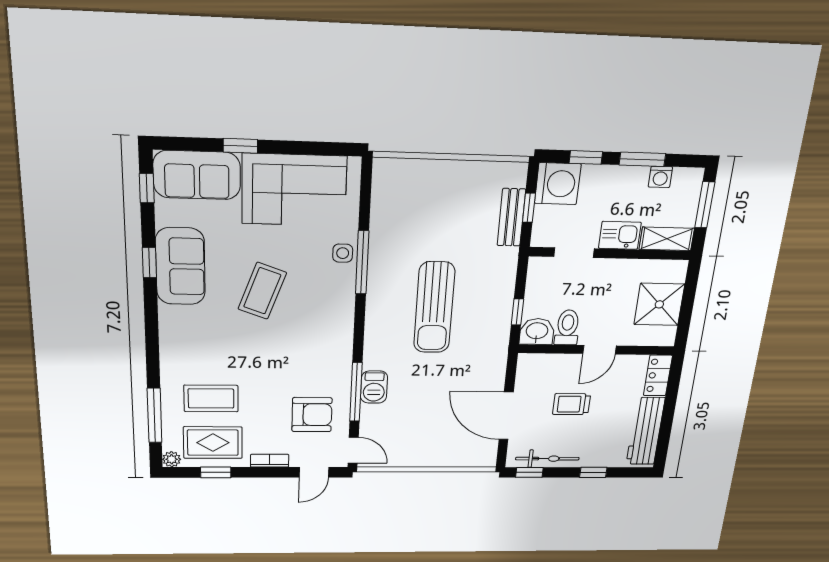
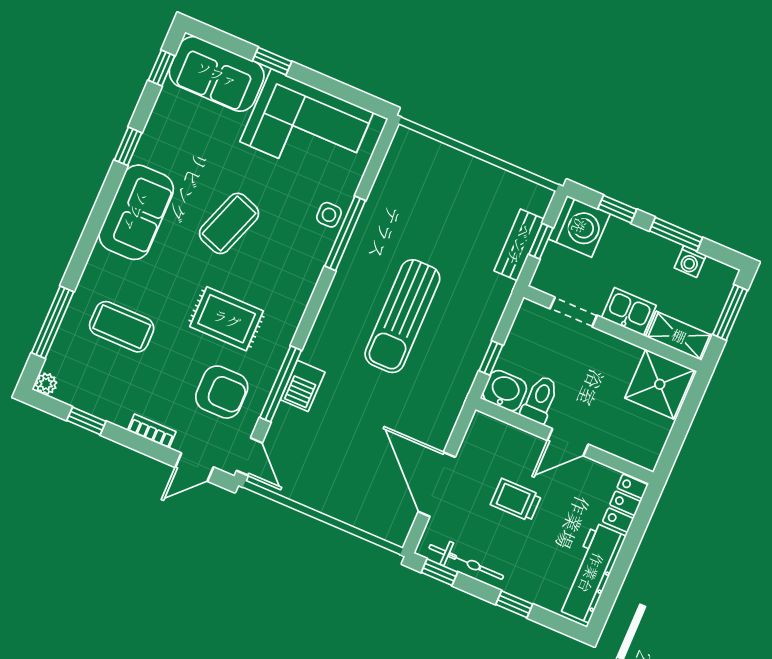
sofa: (180, 266) -> (136, 212), moved
shower: (659, 304) -> (660, 384), moved
rug: (213, 443) -> (227, 319), moved

